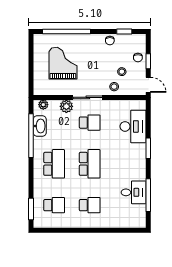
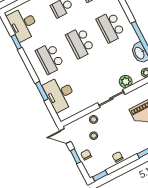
window: (124, 32) -> (100, 176), moved
school desk: (90, 123) -> (50, 58), moved, width x1.85
window: (148, 148) -> (42, 91), moved
desk: (134, 192) -> (23, 24), moved, width x1.37
window: (148, 195) -> (16, 42), width x0.46

